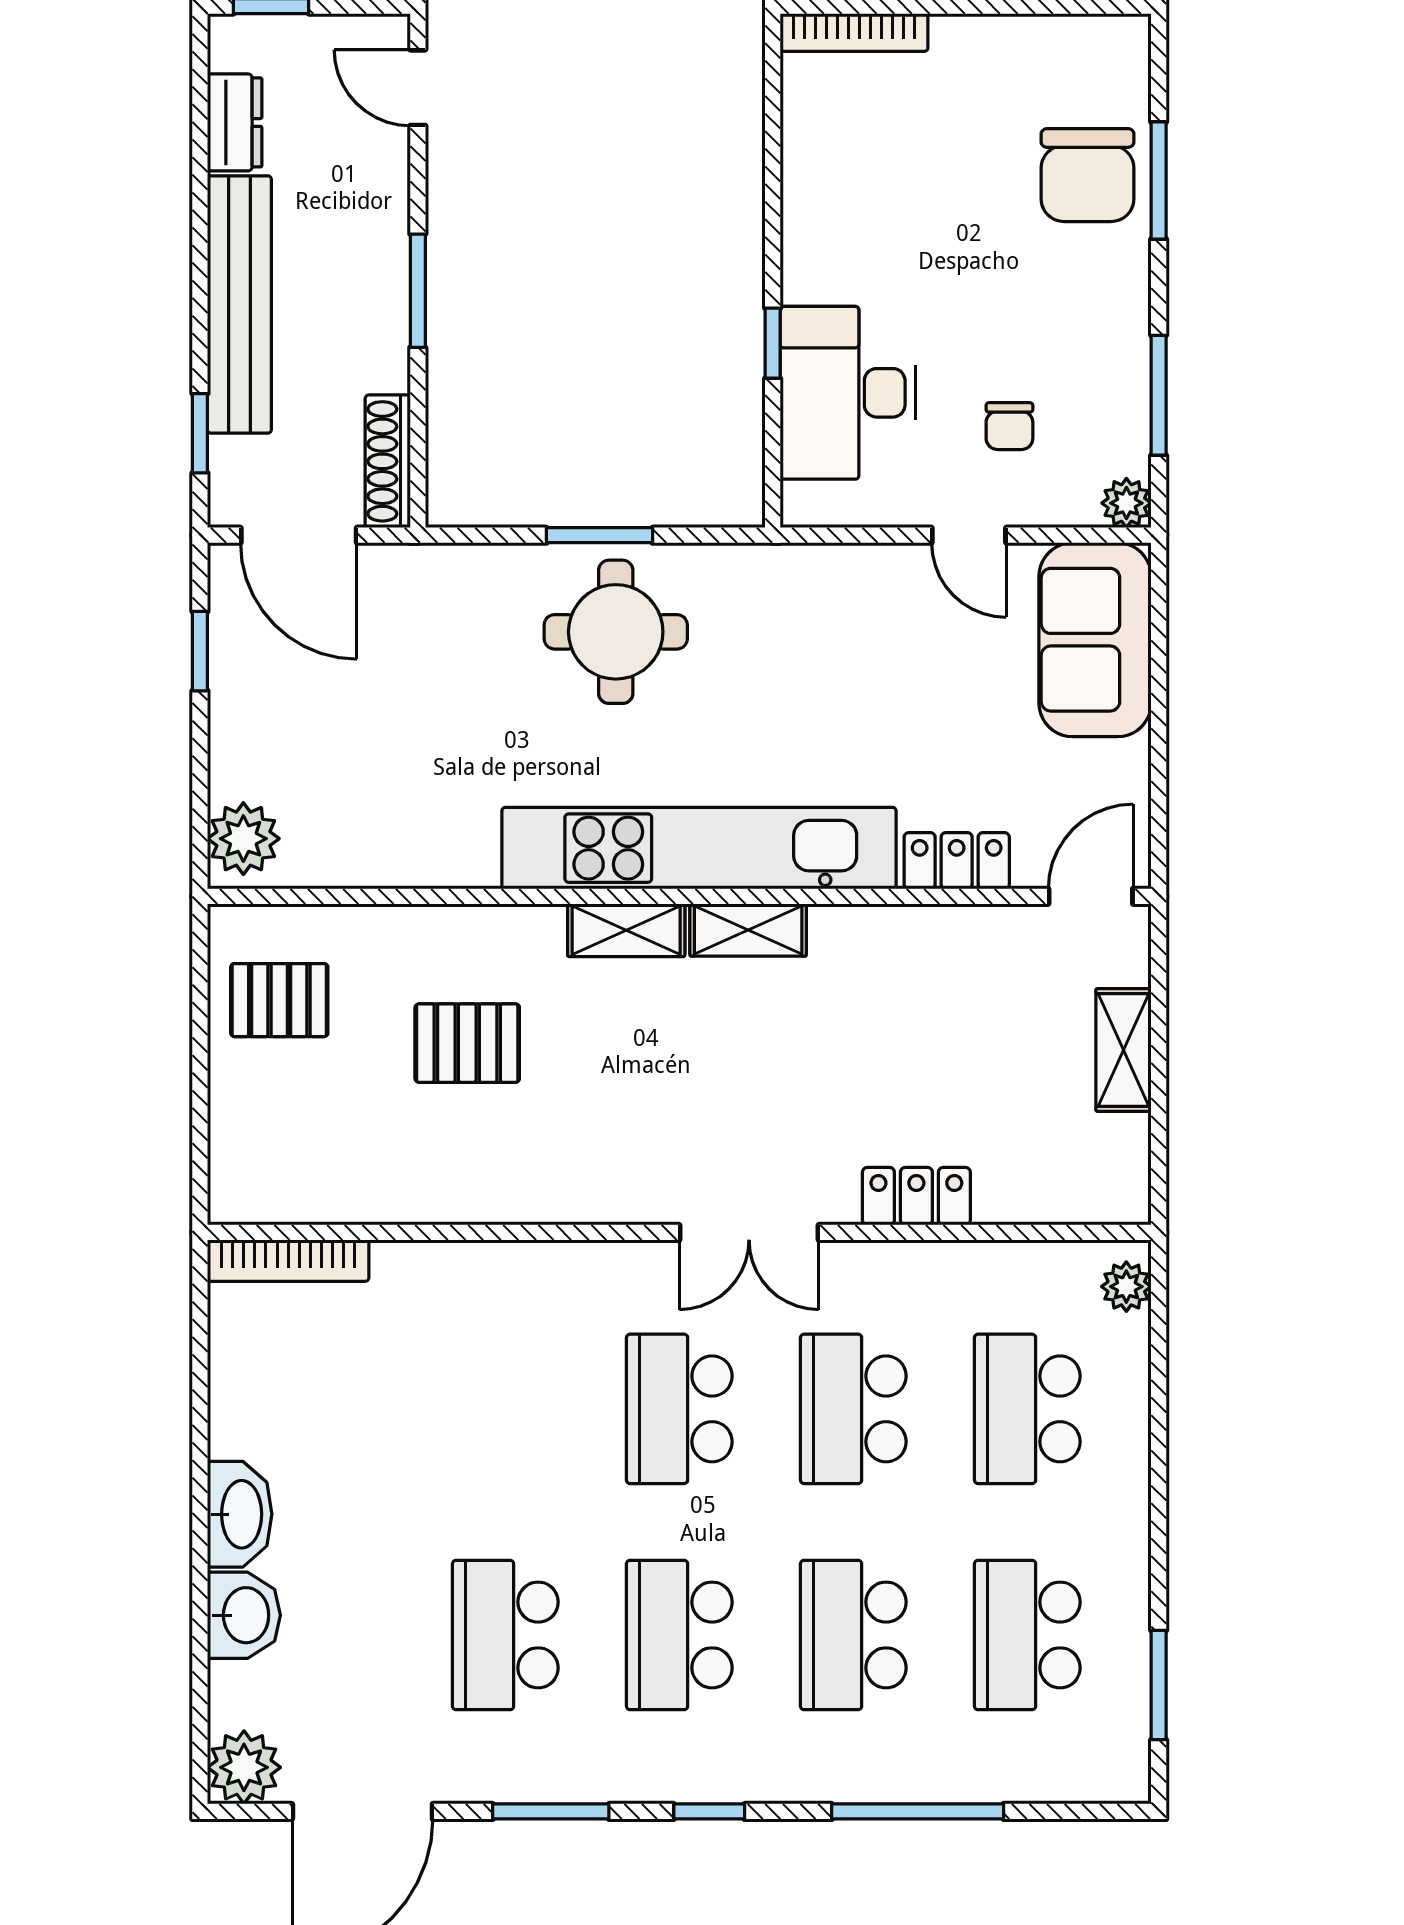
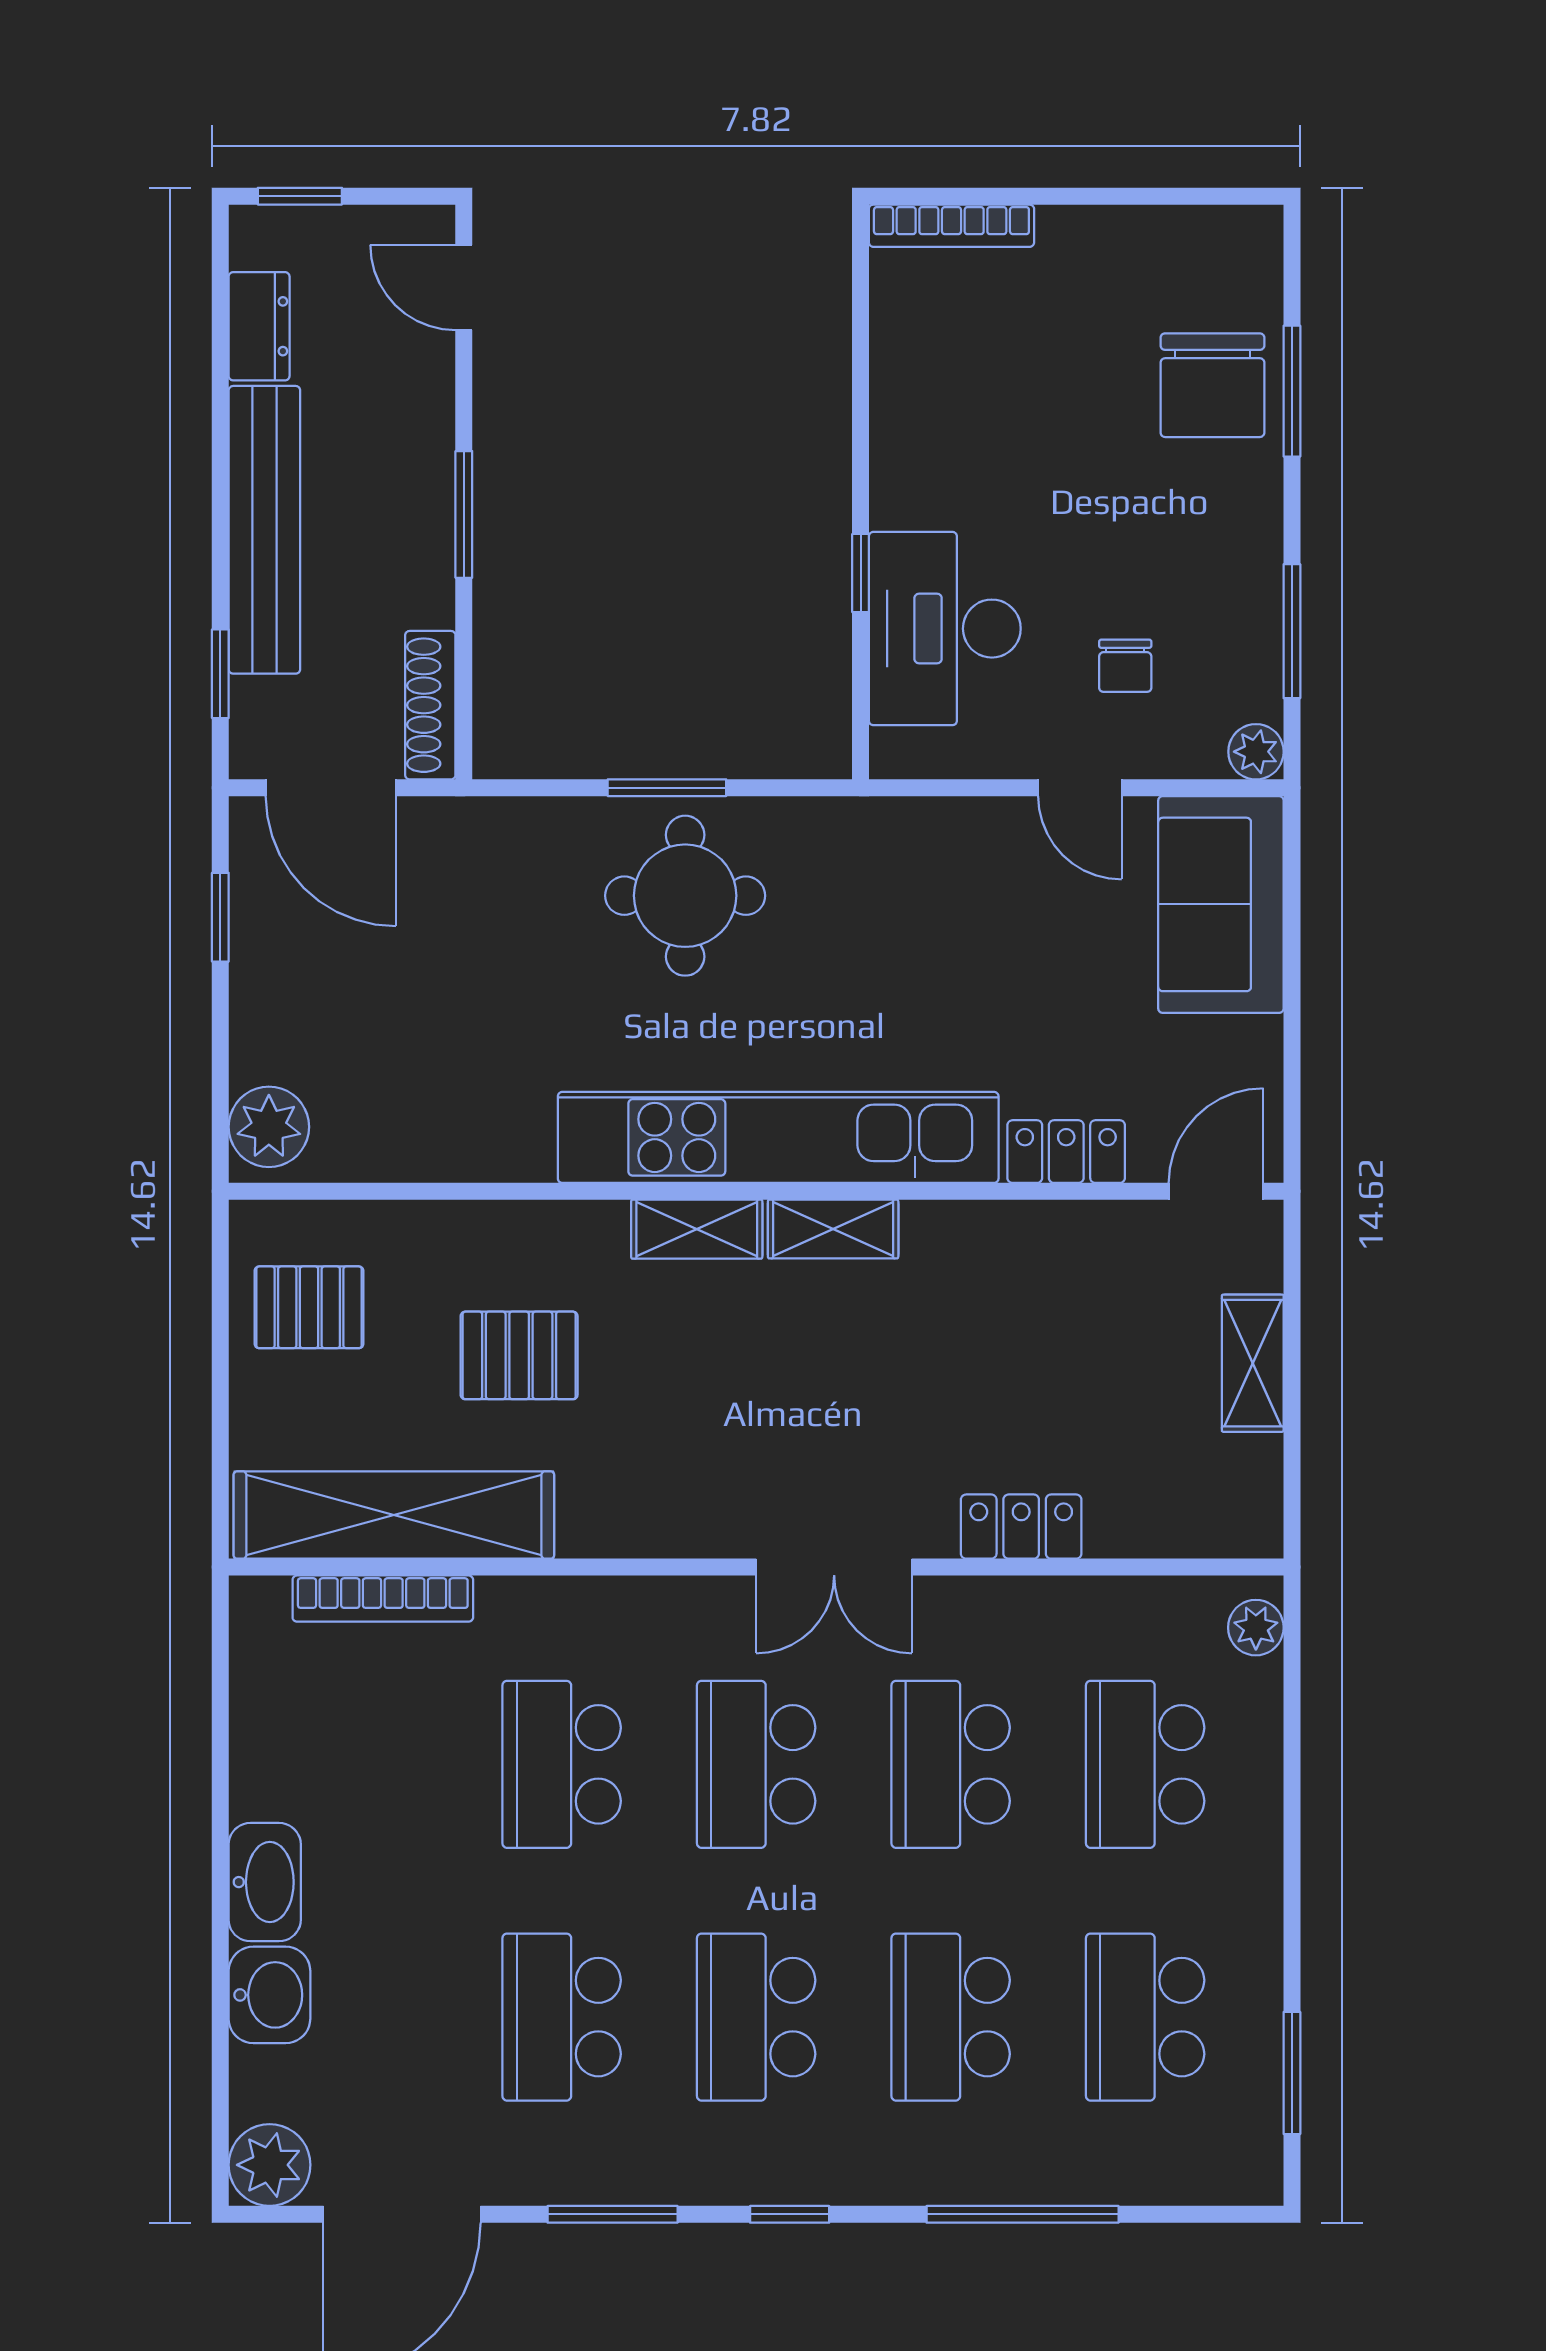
shelving: (355, 1186) -> (394, 1515), added
bookcase: (288, 1261) -> (383, 1599), moved
school desk: (505, 1409) -> (562, 1764), added

